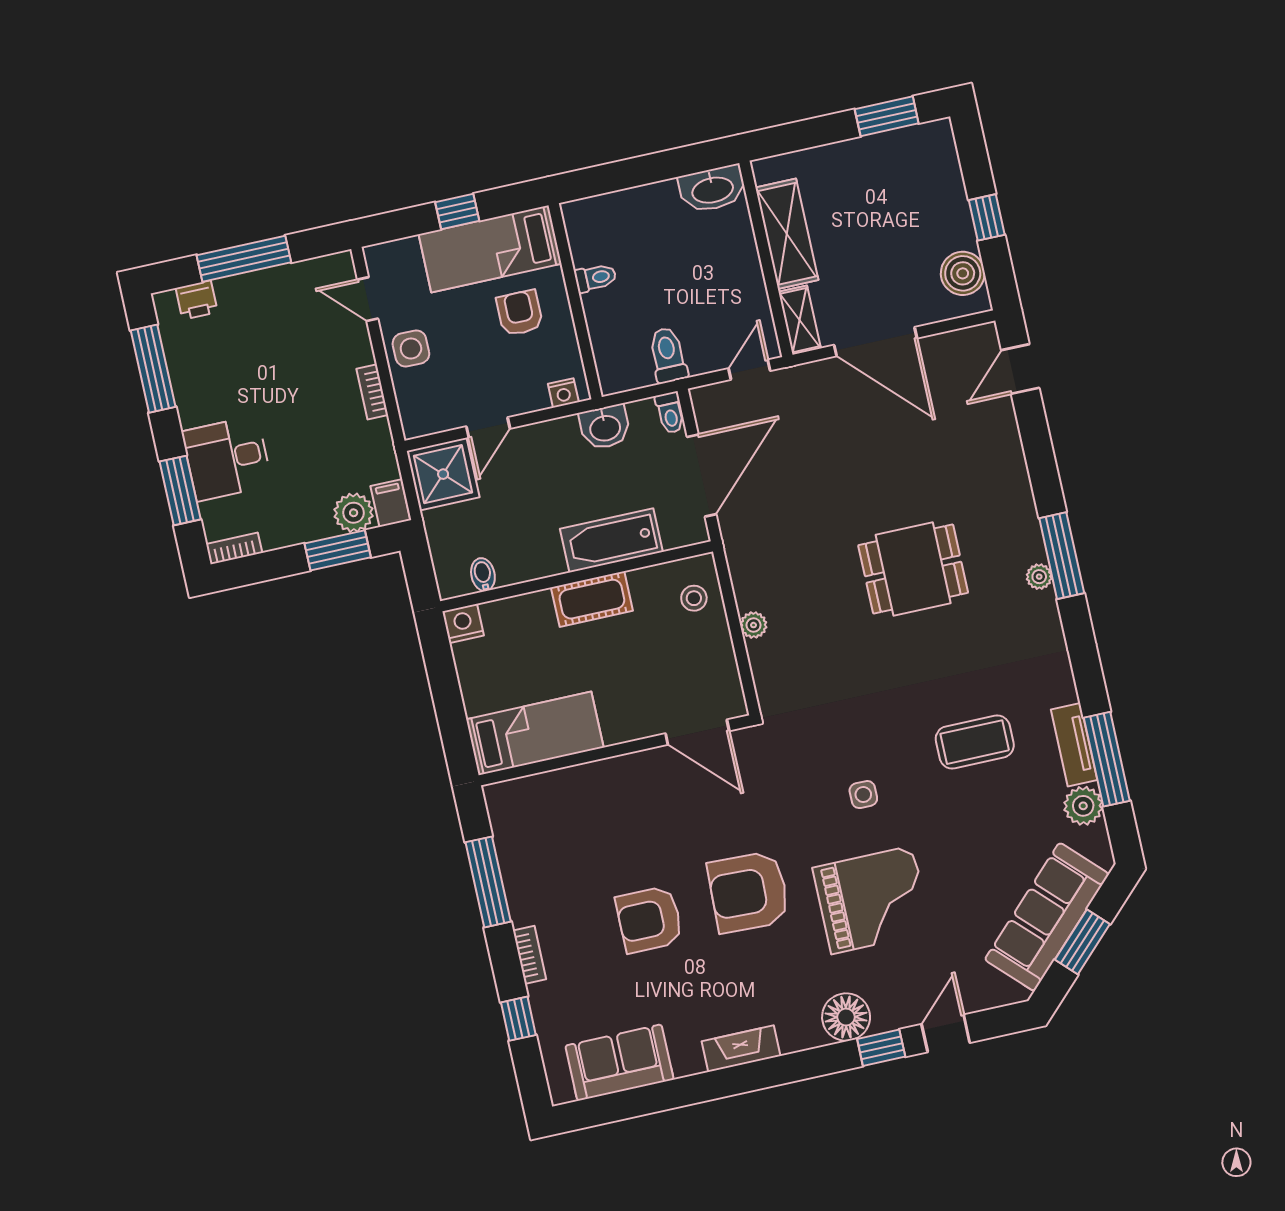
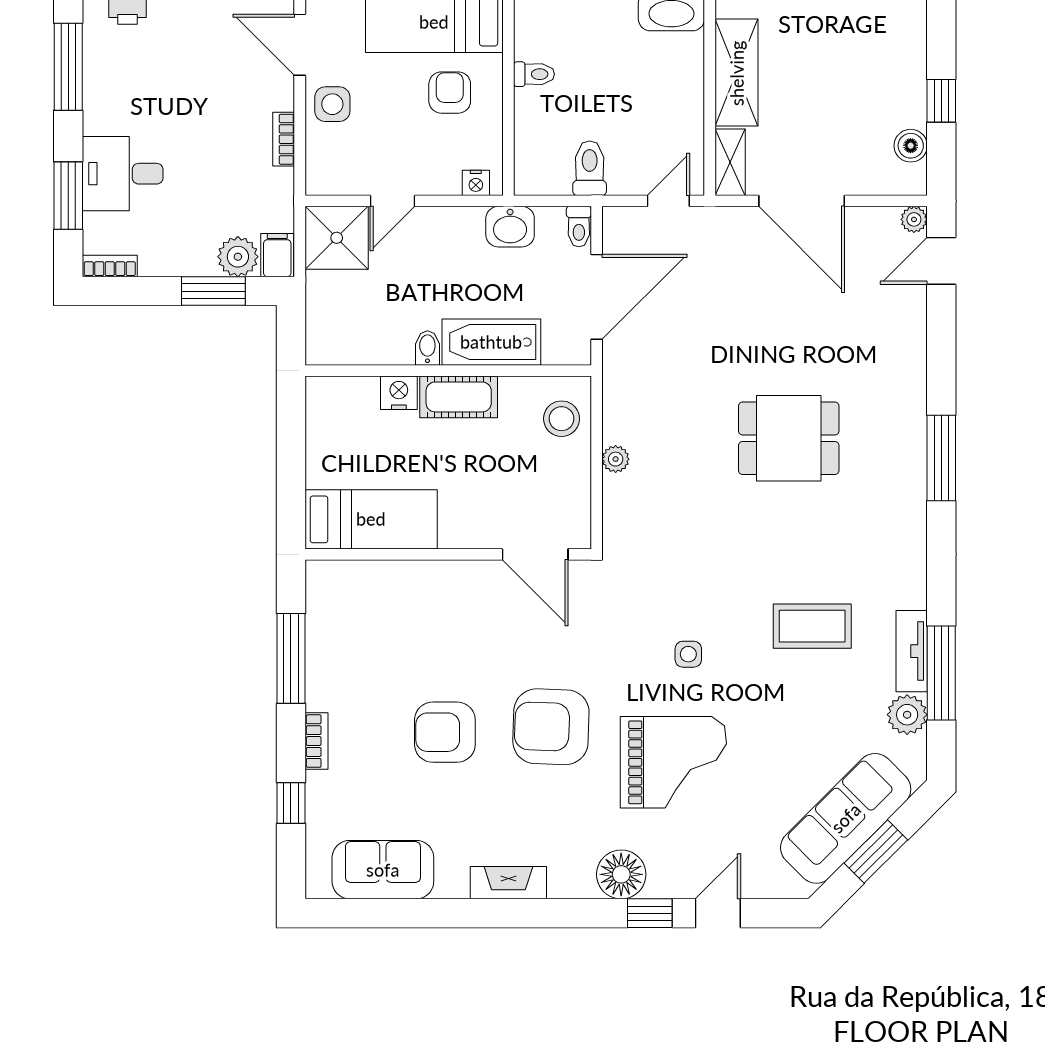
boiler: (963, 273) -> (911, 146), width x0.73, depth x0.73
door: (368, 299) -> (300, 45), width x1.38
bidet: (483, 575) -> (427, 348), moved
plant: (1039, 577) -> (914, 219), moved
stool: (694, 598) -> (562, 419), width x1.37, depth x1.37
nightstand: (463, 624) -> (399, 393), moved

